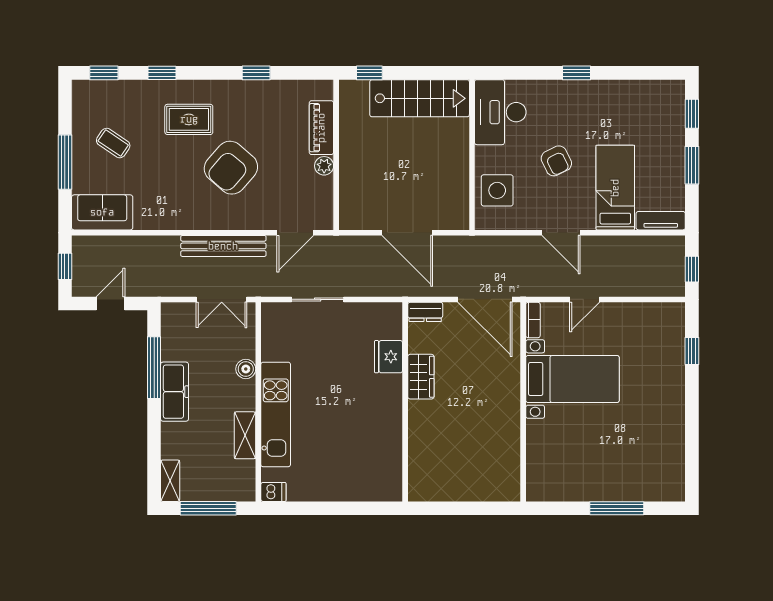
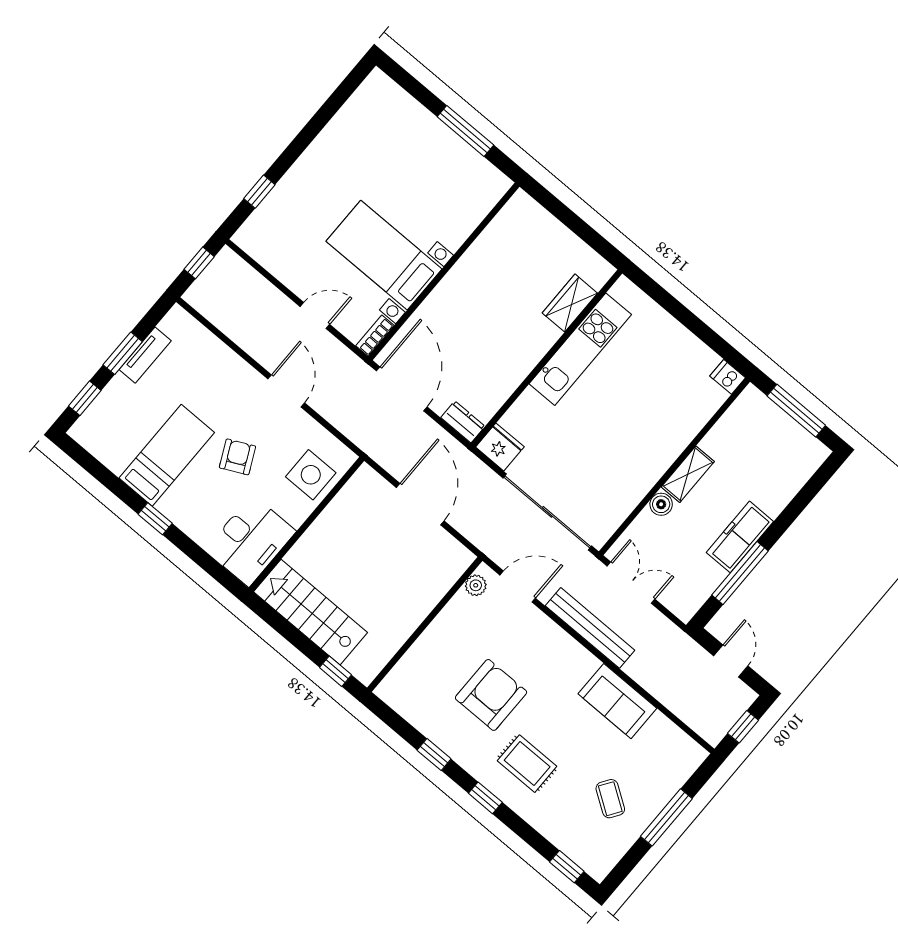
window: (162, 73) -> (485, 798), moved
piano: (321, 128) -> (418, 659), removed
plant: (324, 166) -> (476, 585), moved
armchair: (231, 168) -> (491, 695), moved, turned -41
bed: (615, 188) -> (167, 455), moved, turned 180
sofa: (102, 212) -> (617, 701), moved
tv unit: (661, 221) -> (145, 355), moved, turned -90
sliding door: (318, 299) -> (547, 512), width x1.86
door: (110, 303) -> (731, 661), swing flipped
fridge: (389, 357) -> (500, 447), moved, turned -90
wardrobe: (421, 377) -> (570, 303), moved
kitchen unit: (276, 414) -> (580, 349), moved, turned 180
shelving: (245, 435) -> (688, 474), moved
shelving: (170, 481) -> (809, 463), removed
window: (617, 508) -> (465, 131), moved

